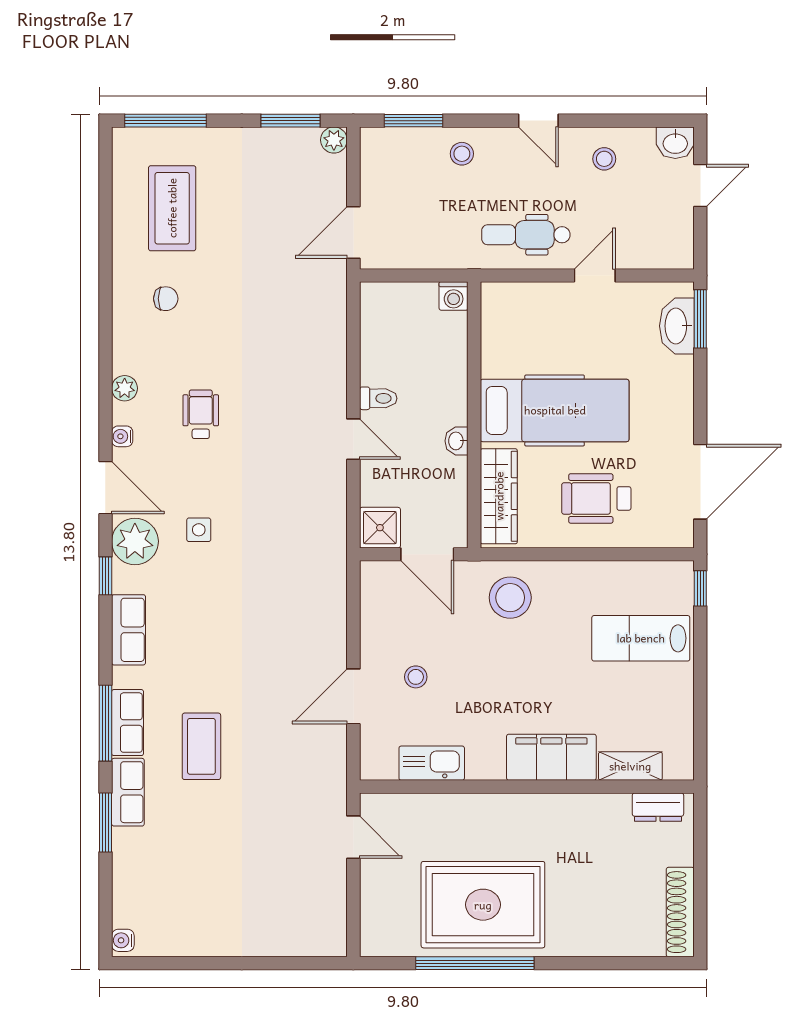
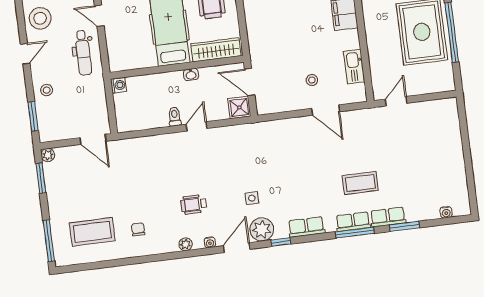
stool: (604, 159) -> (40, 18), width x1.89, depth x1.89
door: (427, 554) -> (250, 82), swing flipped
stool: (510, 598) -> (266, 38), removed
water cooler: (123, 940) -> (446, 212), moved

